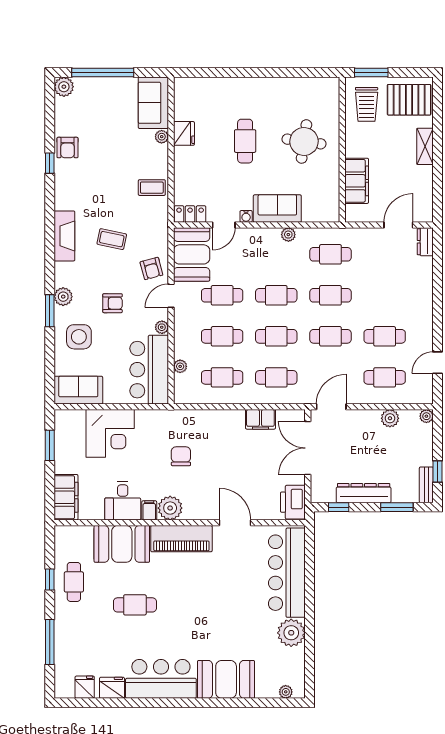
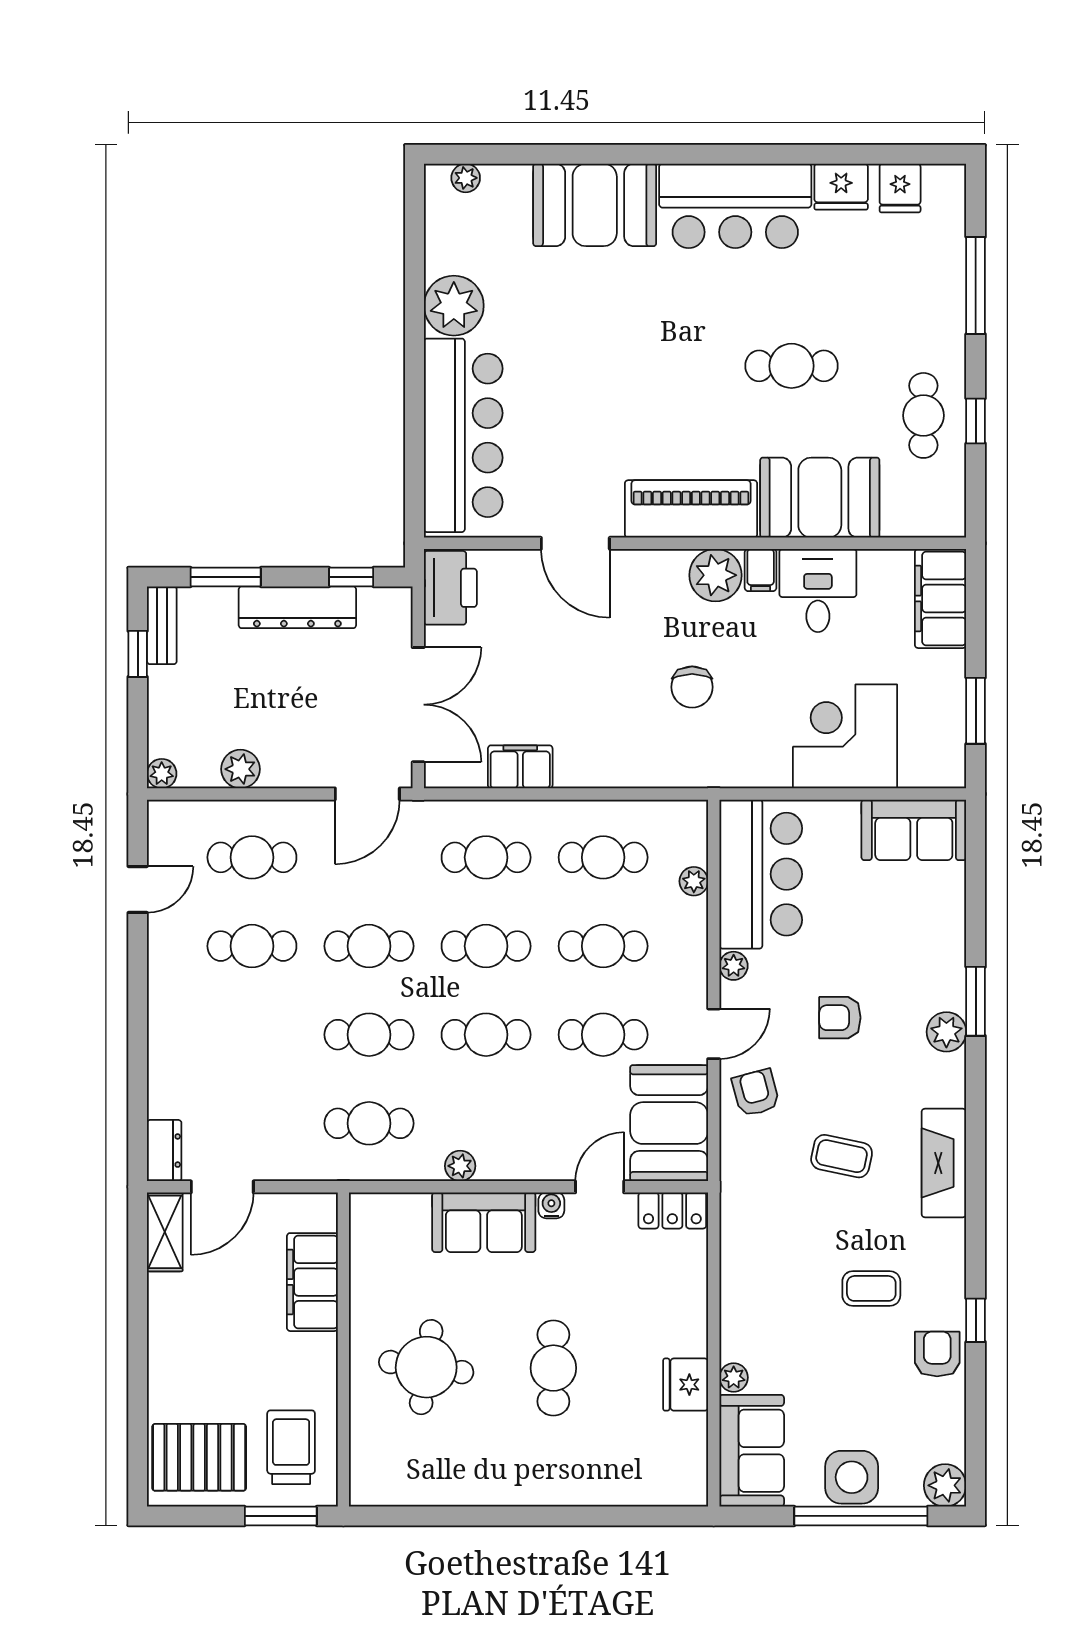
shelving: (425, 146) -> (165, 1232), moved
coffee table: (152, 188) -> (871, 1288), moved
side table: (79, 337) -> (852, 1477), moved

